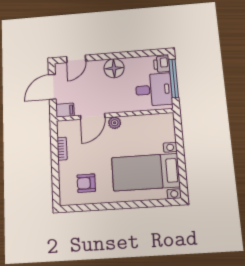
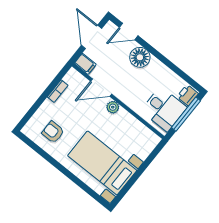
floor lamp: (114, 68) -> (140, 57), moved
door: (52, 87) -> (92, 37), hinge flipped

